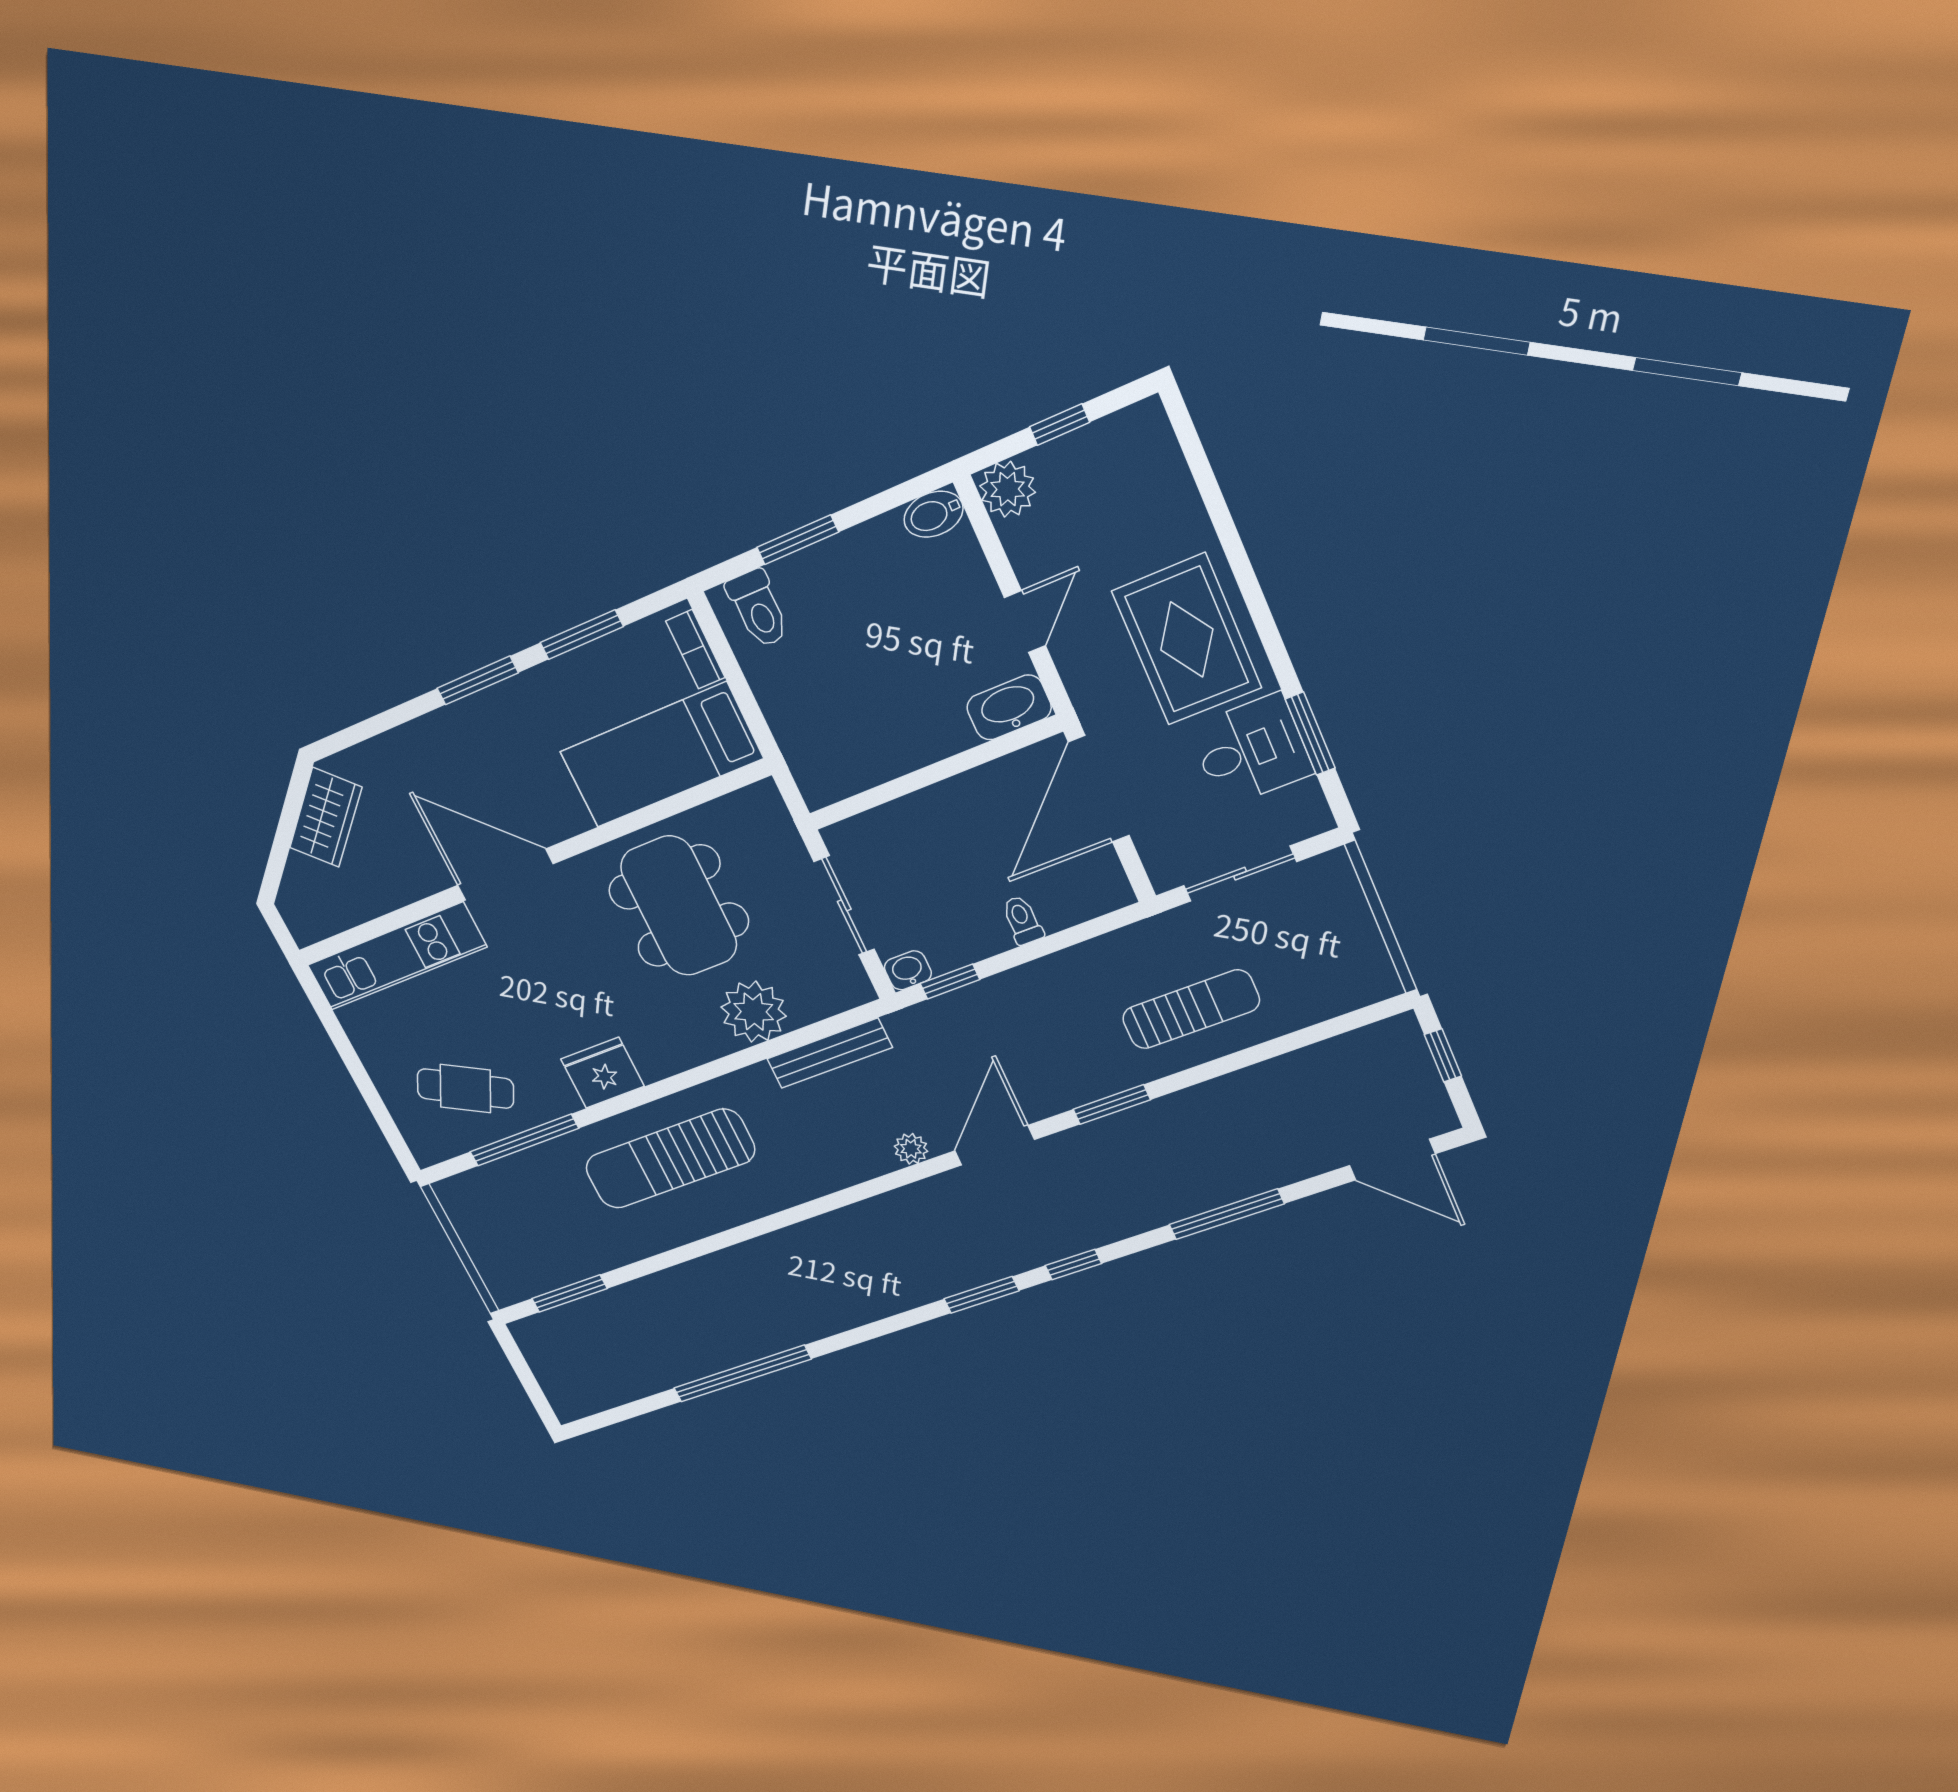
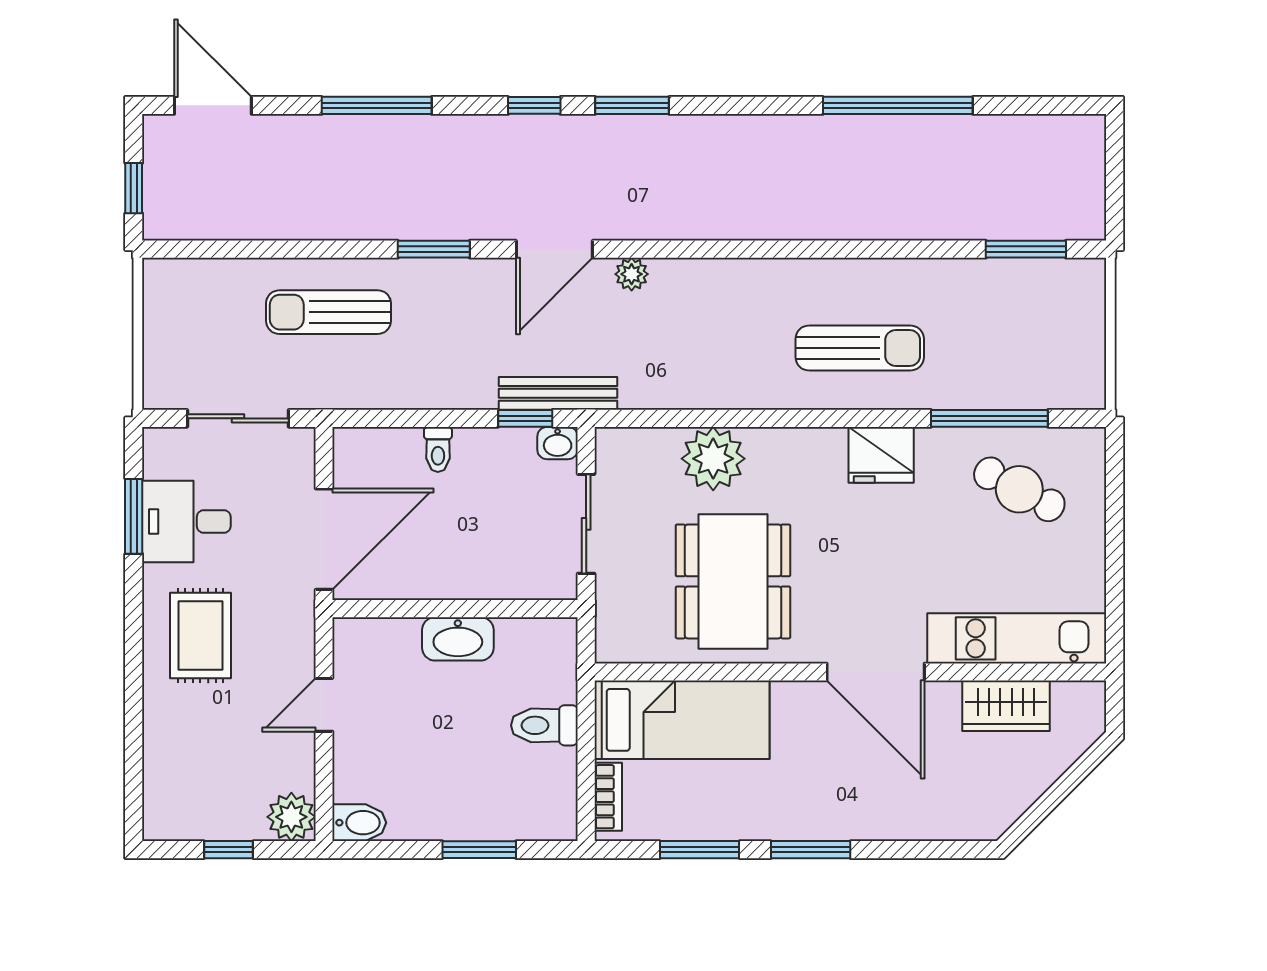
toilet: (758, 609) -> (544, 725), moved, turned -90
rug: (1187, 639) -> (200, 636), width x0.73, depth x0.70
washbasin: (1009, 707) -> (458, 639), moved
wardrobe: (326, 817) -> (1006, 706), moved, turned -135
bench: (829, 1053) -> (558, 393), moved
sun lounger: (670, 1159) -> (860, 348), width x0.73, depth x0.75

